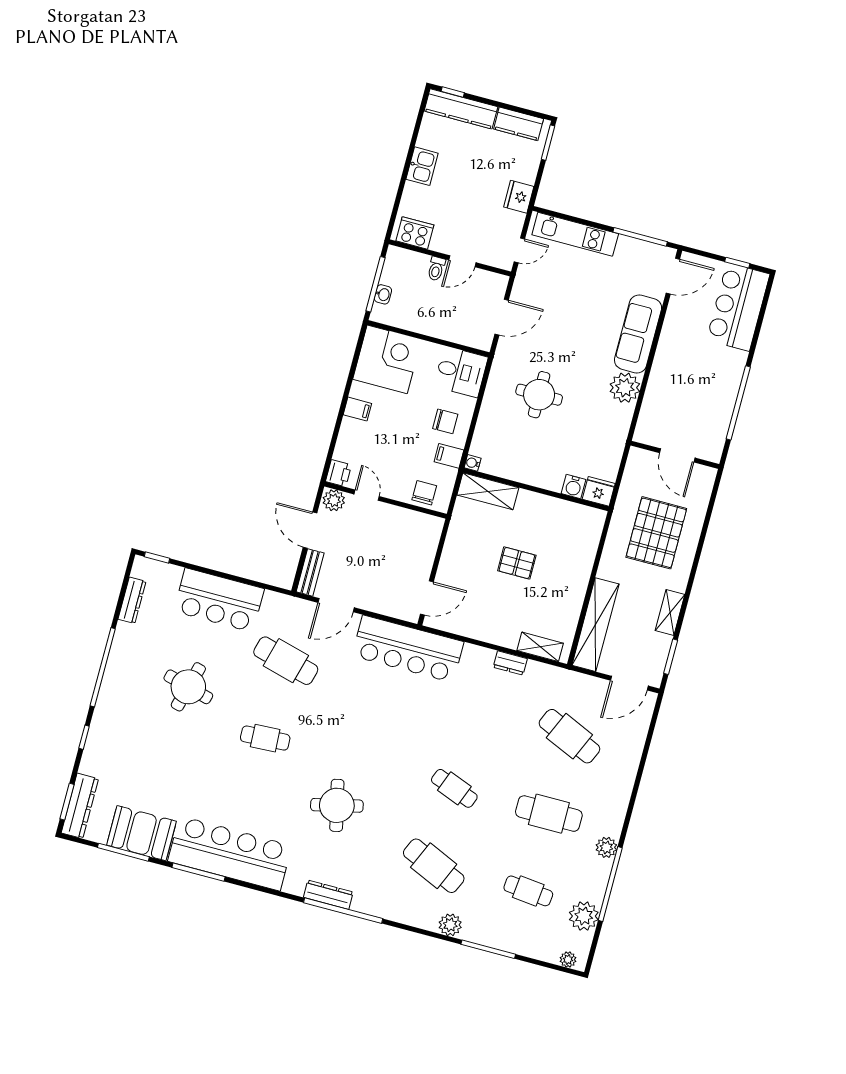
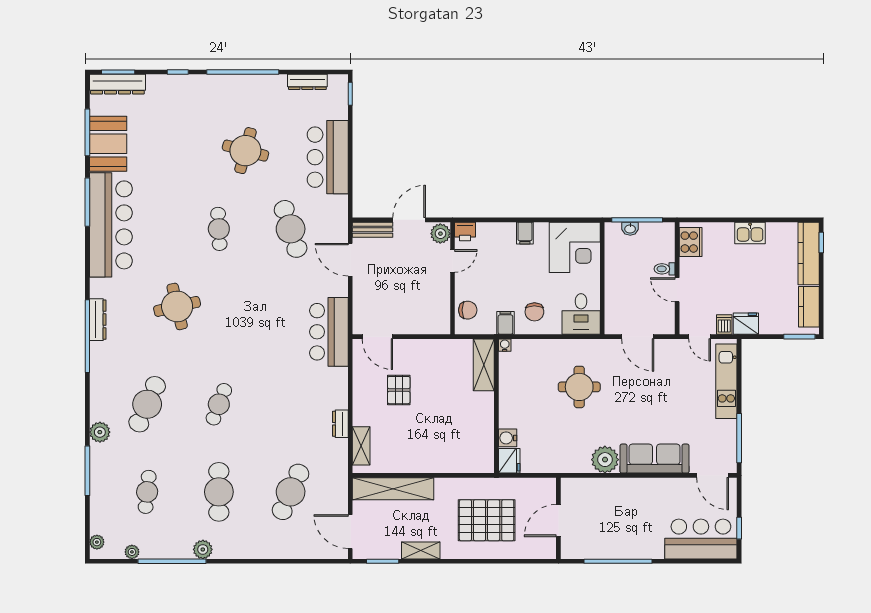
dishwasher: (514, 220) -> (724, 325), added
pallet: (517, 563) -> (399, 390), moved
bar counter: (408, 649) -> (329, 332), width x0.73
cafe table: (286, 661) -> (291, 229), turned -33
plant: (584, 916) -> (132, 552), width x0.53, depth x0.53

